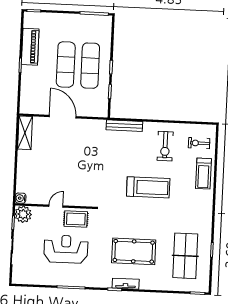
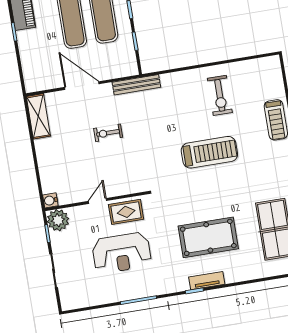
bench: (124, 126) -> (136, 85), moved
exercise bike: (199, 143) -> (108, 133), moved
reception desk: (66, 249) -> (122, 253), turned 180

